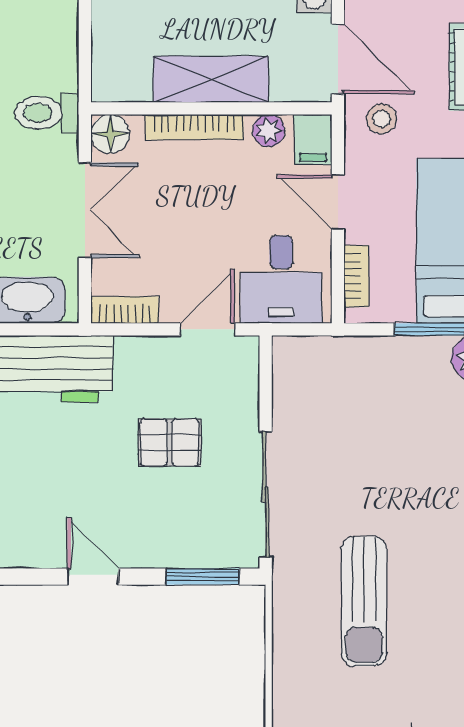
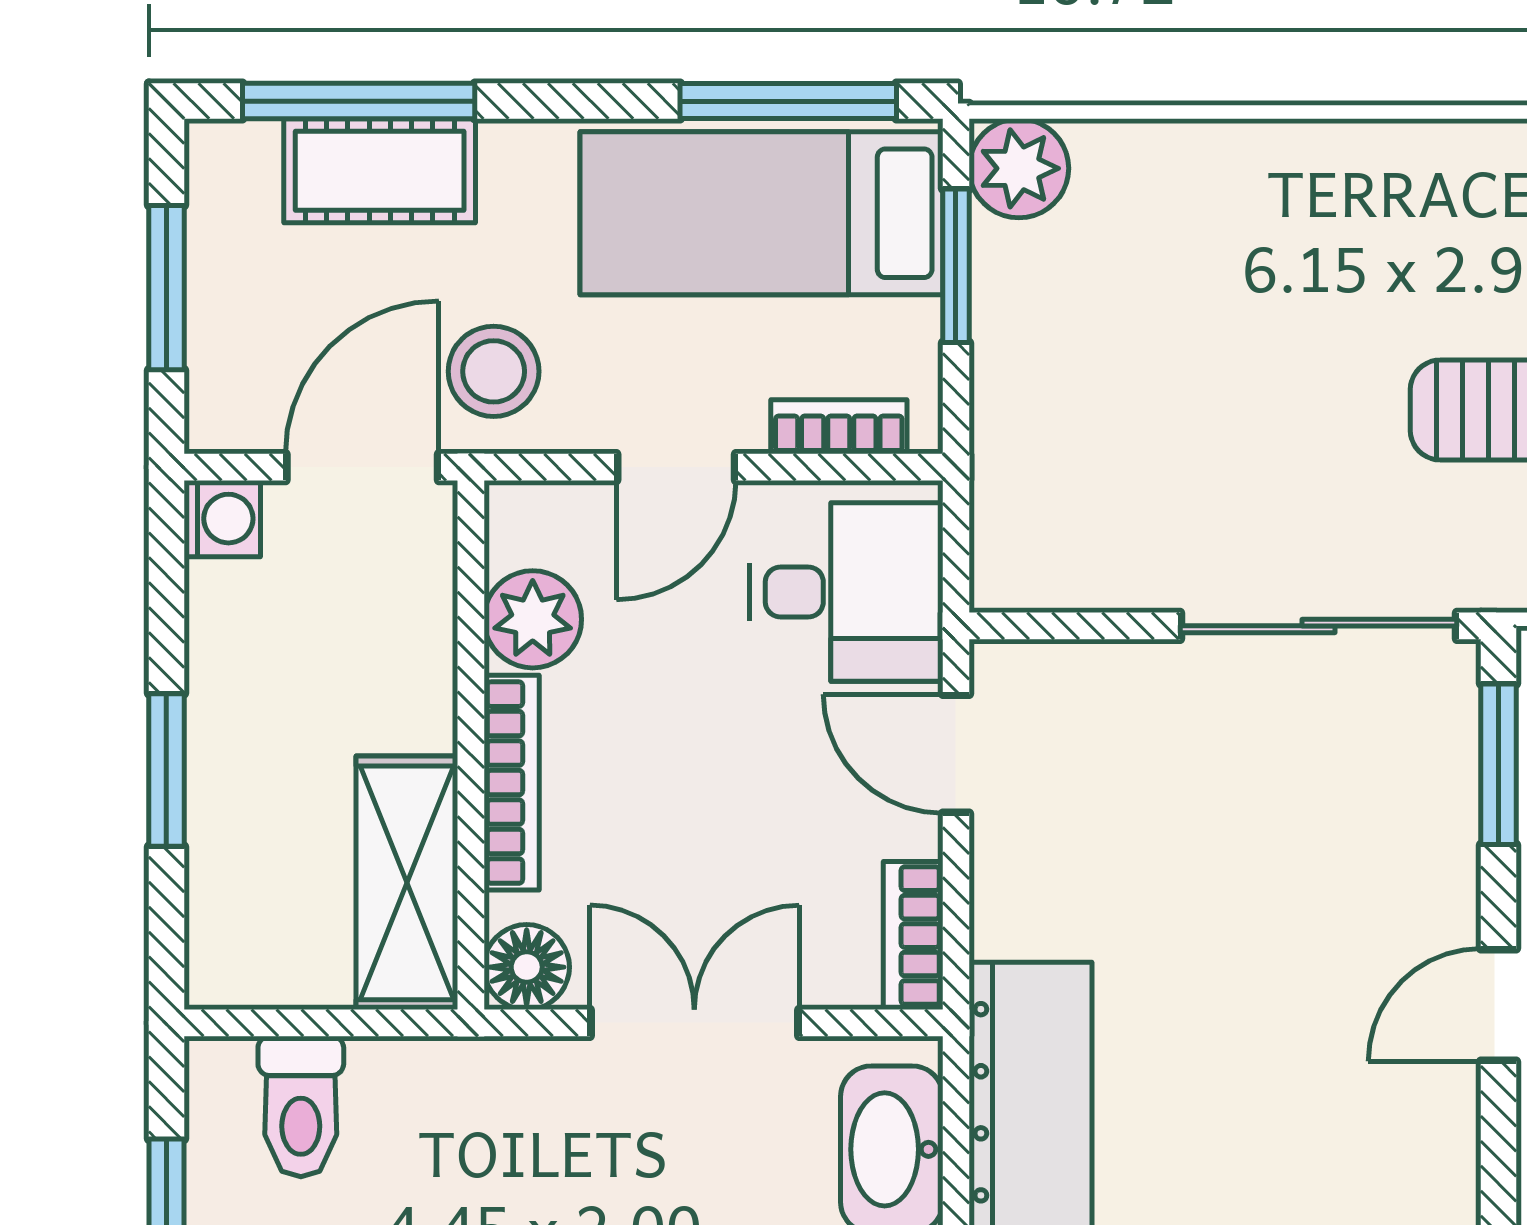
shelving: (211, 79) -> (407, 883), moved
toilet: (47, 113) -> (301, 1107), moved
stool: (382, 119) -> (494, 371), width x1.37, depth x1.37
plant: (269, 131) -> (533, 619), width x1.38, depth x1.38
filing cabinet: (313, 140) -> (539, 522), removed
pallet: (170, 442) -> (1204, 837), removed

